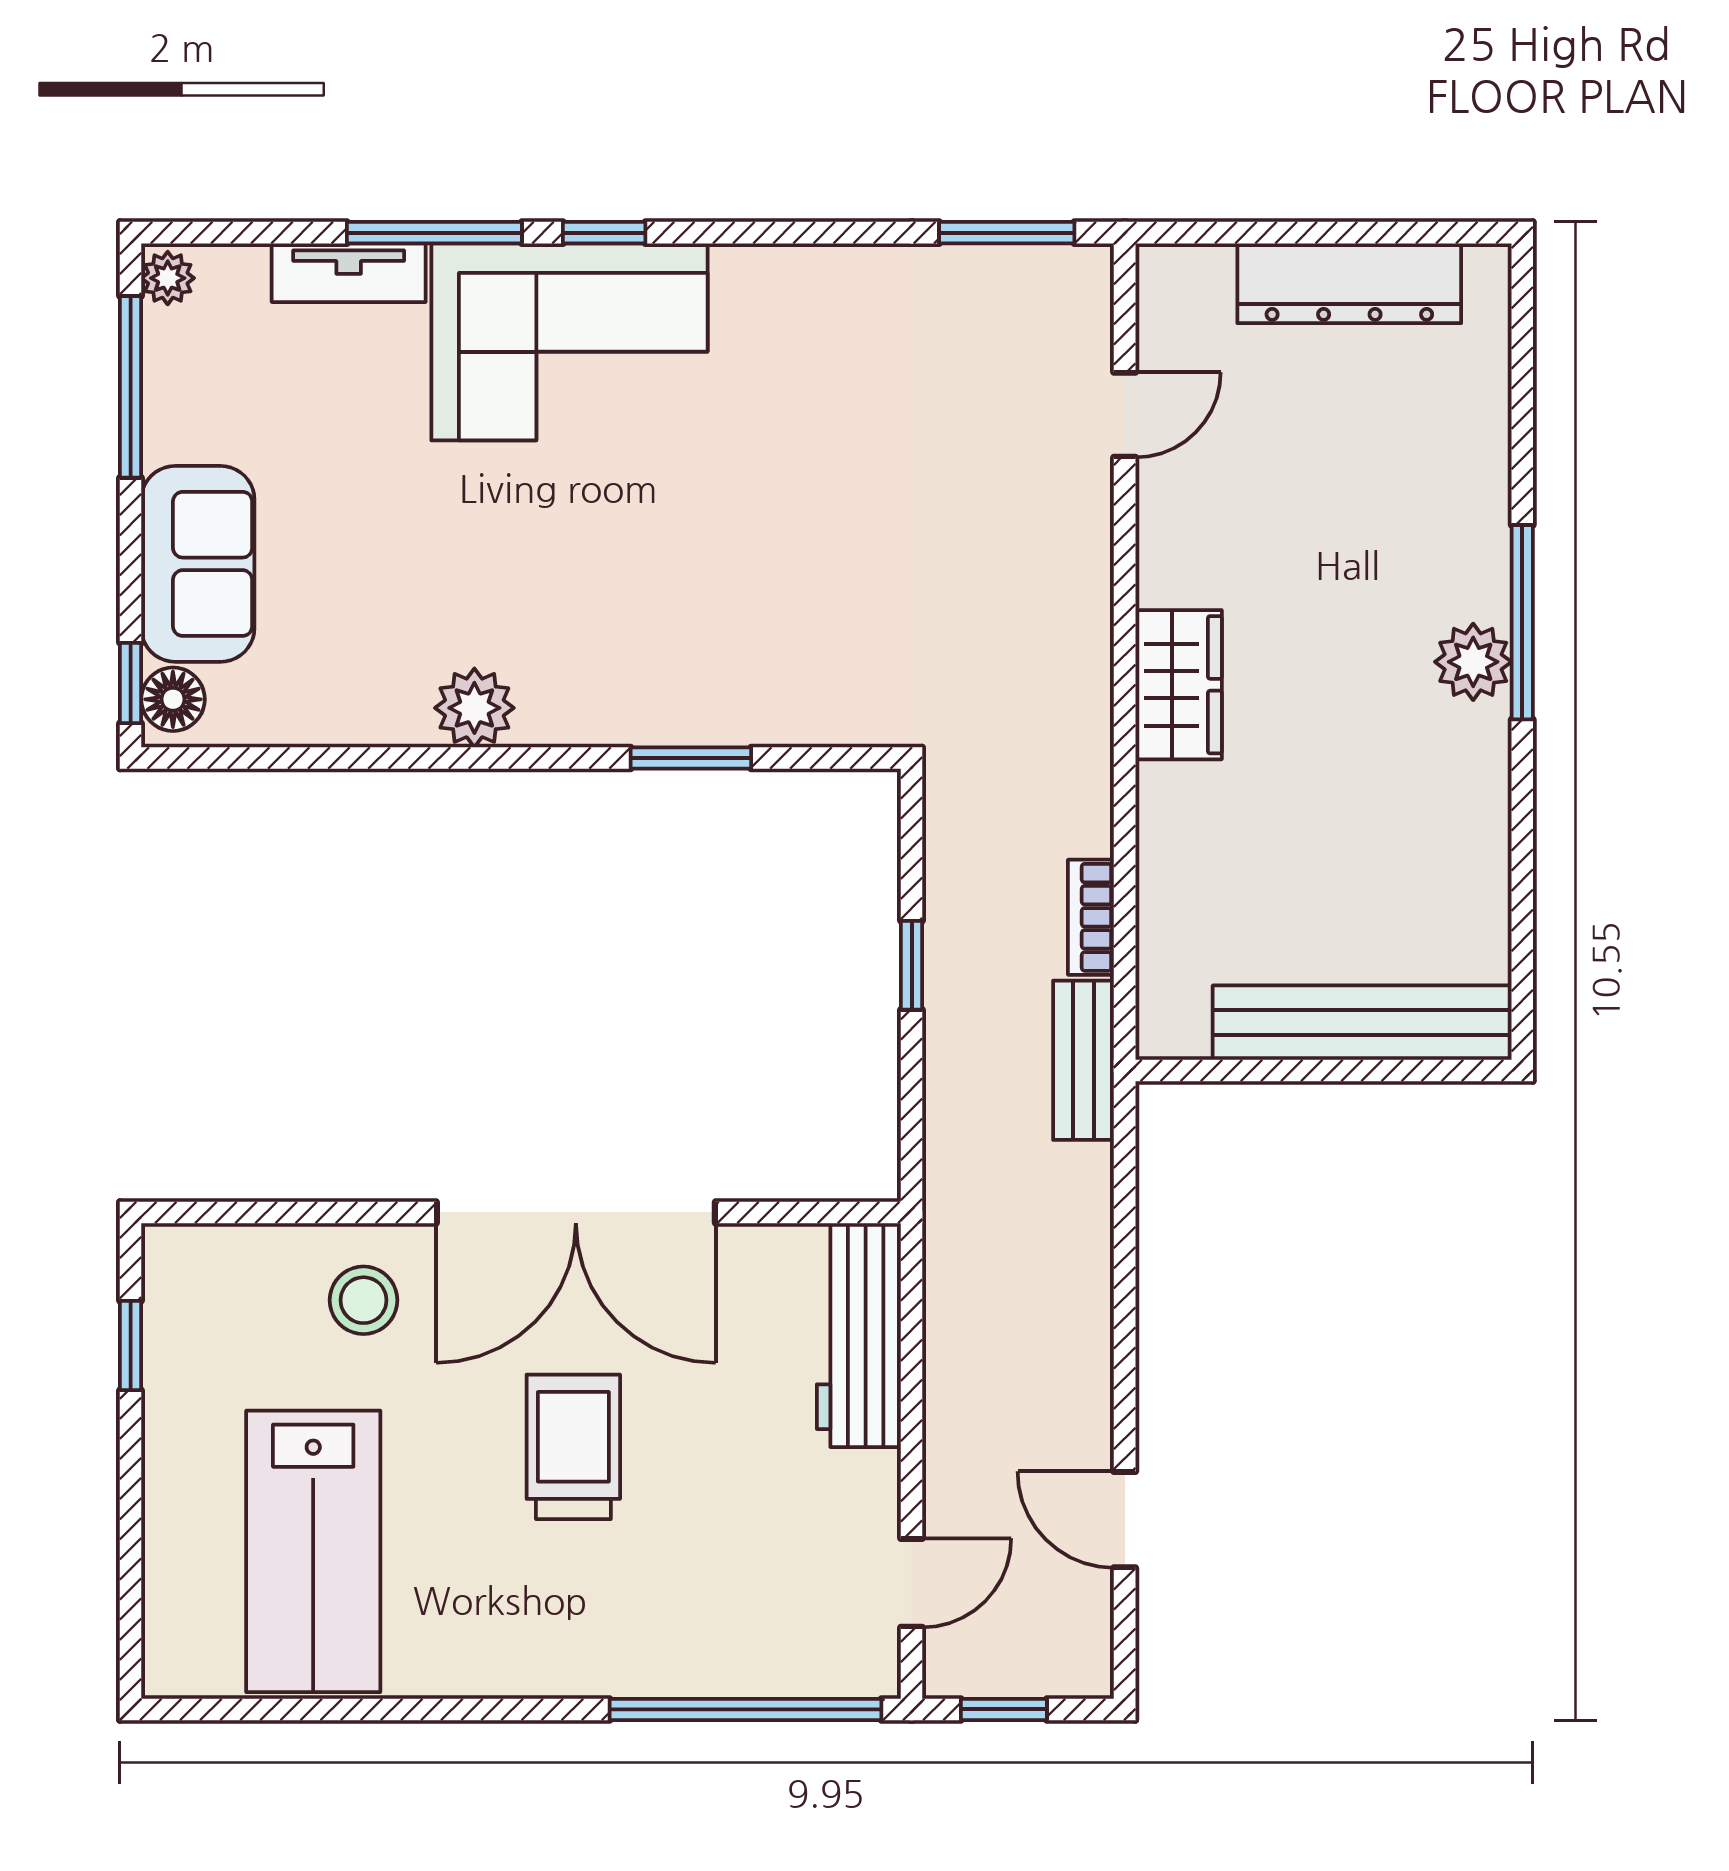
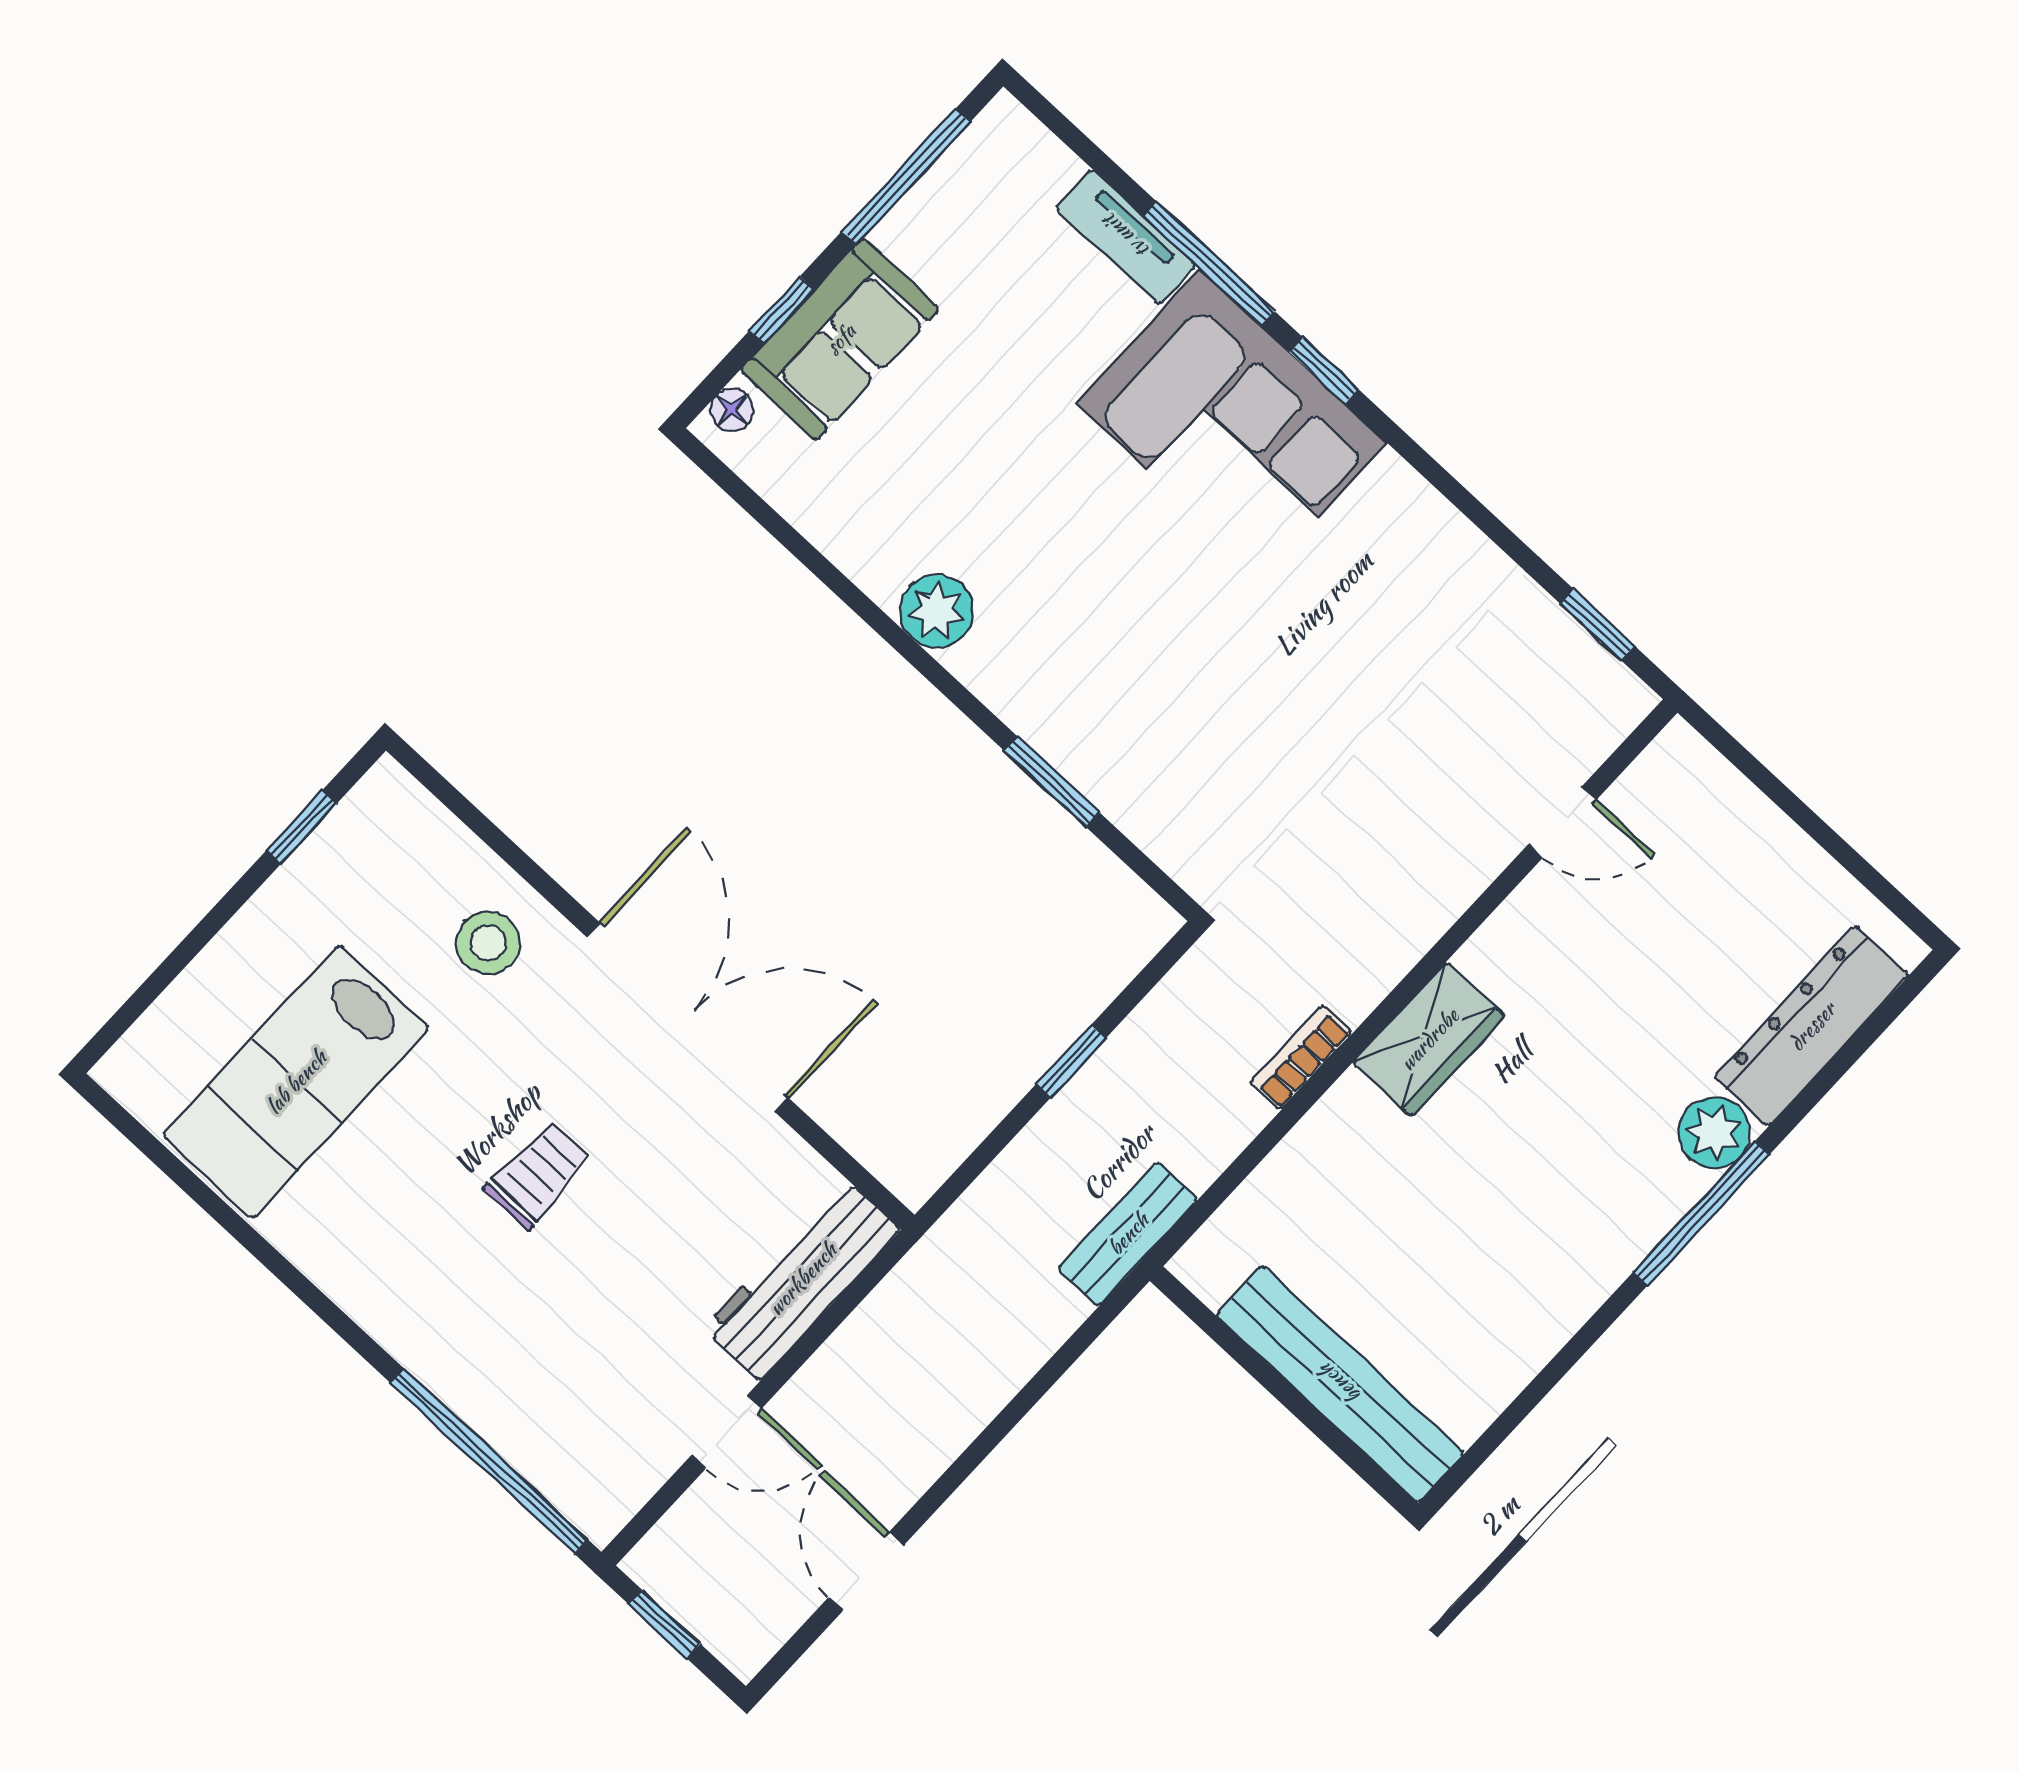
window: (1007, 233) -> (1597, 624), width x0.67
plant: (168, 278) -> (999, 126), removed
dresser: (1349, 283) -> (1812, 1026), moved, turned 90
plant: (1473, 662) -> (1714, 1133), moved
window: (131, 683) -> (782, 310), moved
floor lamp: (173, 699) -> (732, 410), width x0.73, depth x0.73
bookcase: (1091, 917) -> (1301, 1058), moved
double door: (576, 1212) -> (687, 1017), swing flipped
trolley: (573, 1447) -> (538, 1175), width x0.73, depth x0.72
door: (912, 1583) -> (726, 1432), moved

